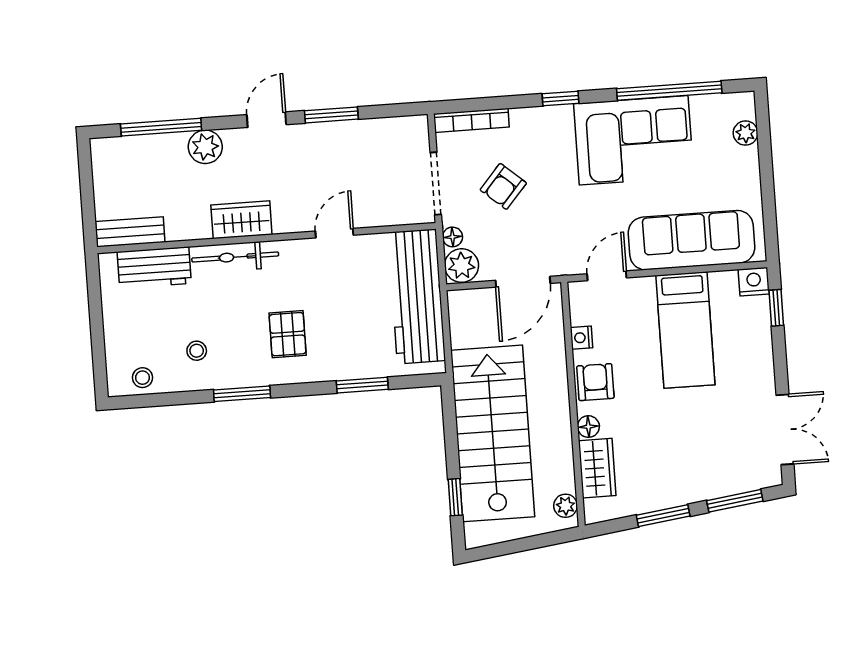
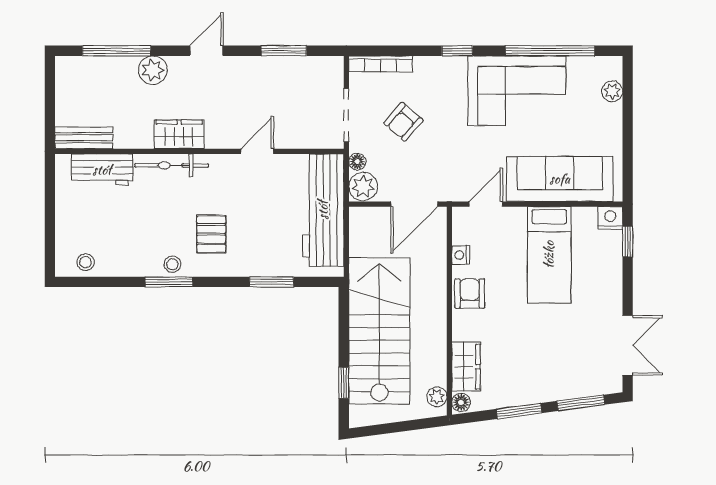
window: (331, 115) -> (284, 51), moved
stool: (197, 351) -> (172, 264), moved
floor lamp: (588, 427) -> (461, 402), moved

